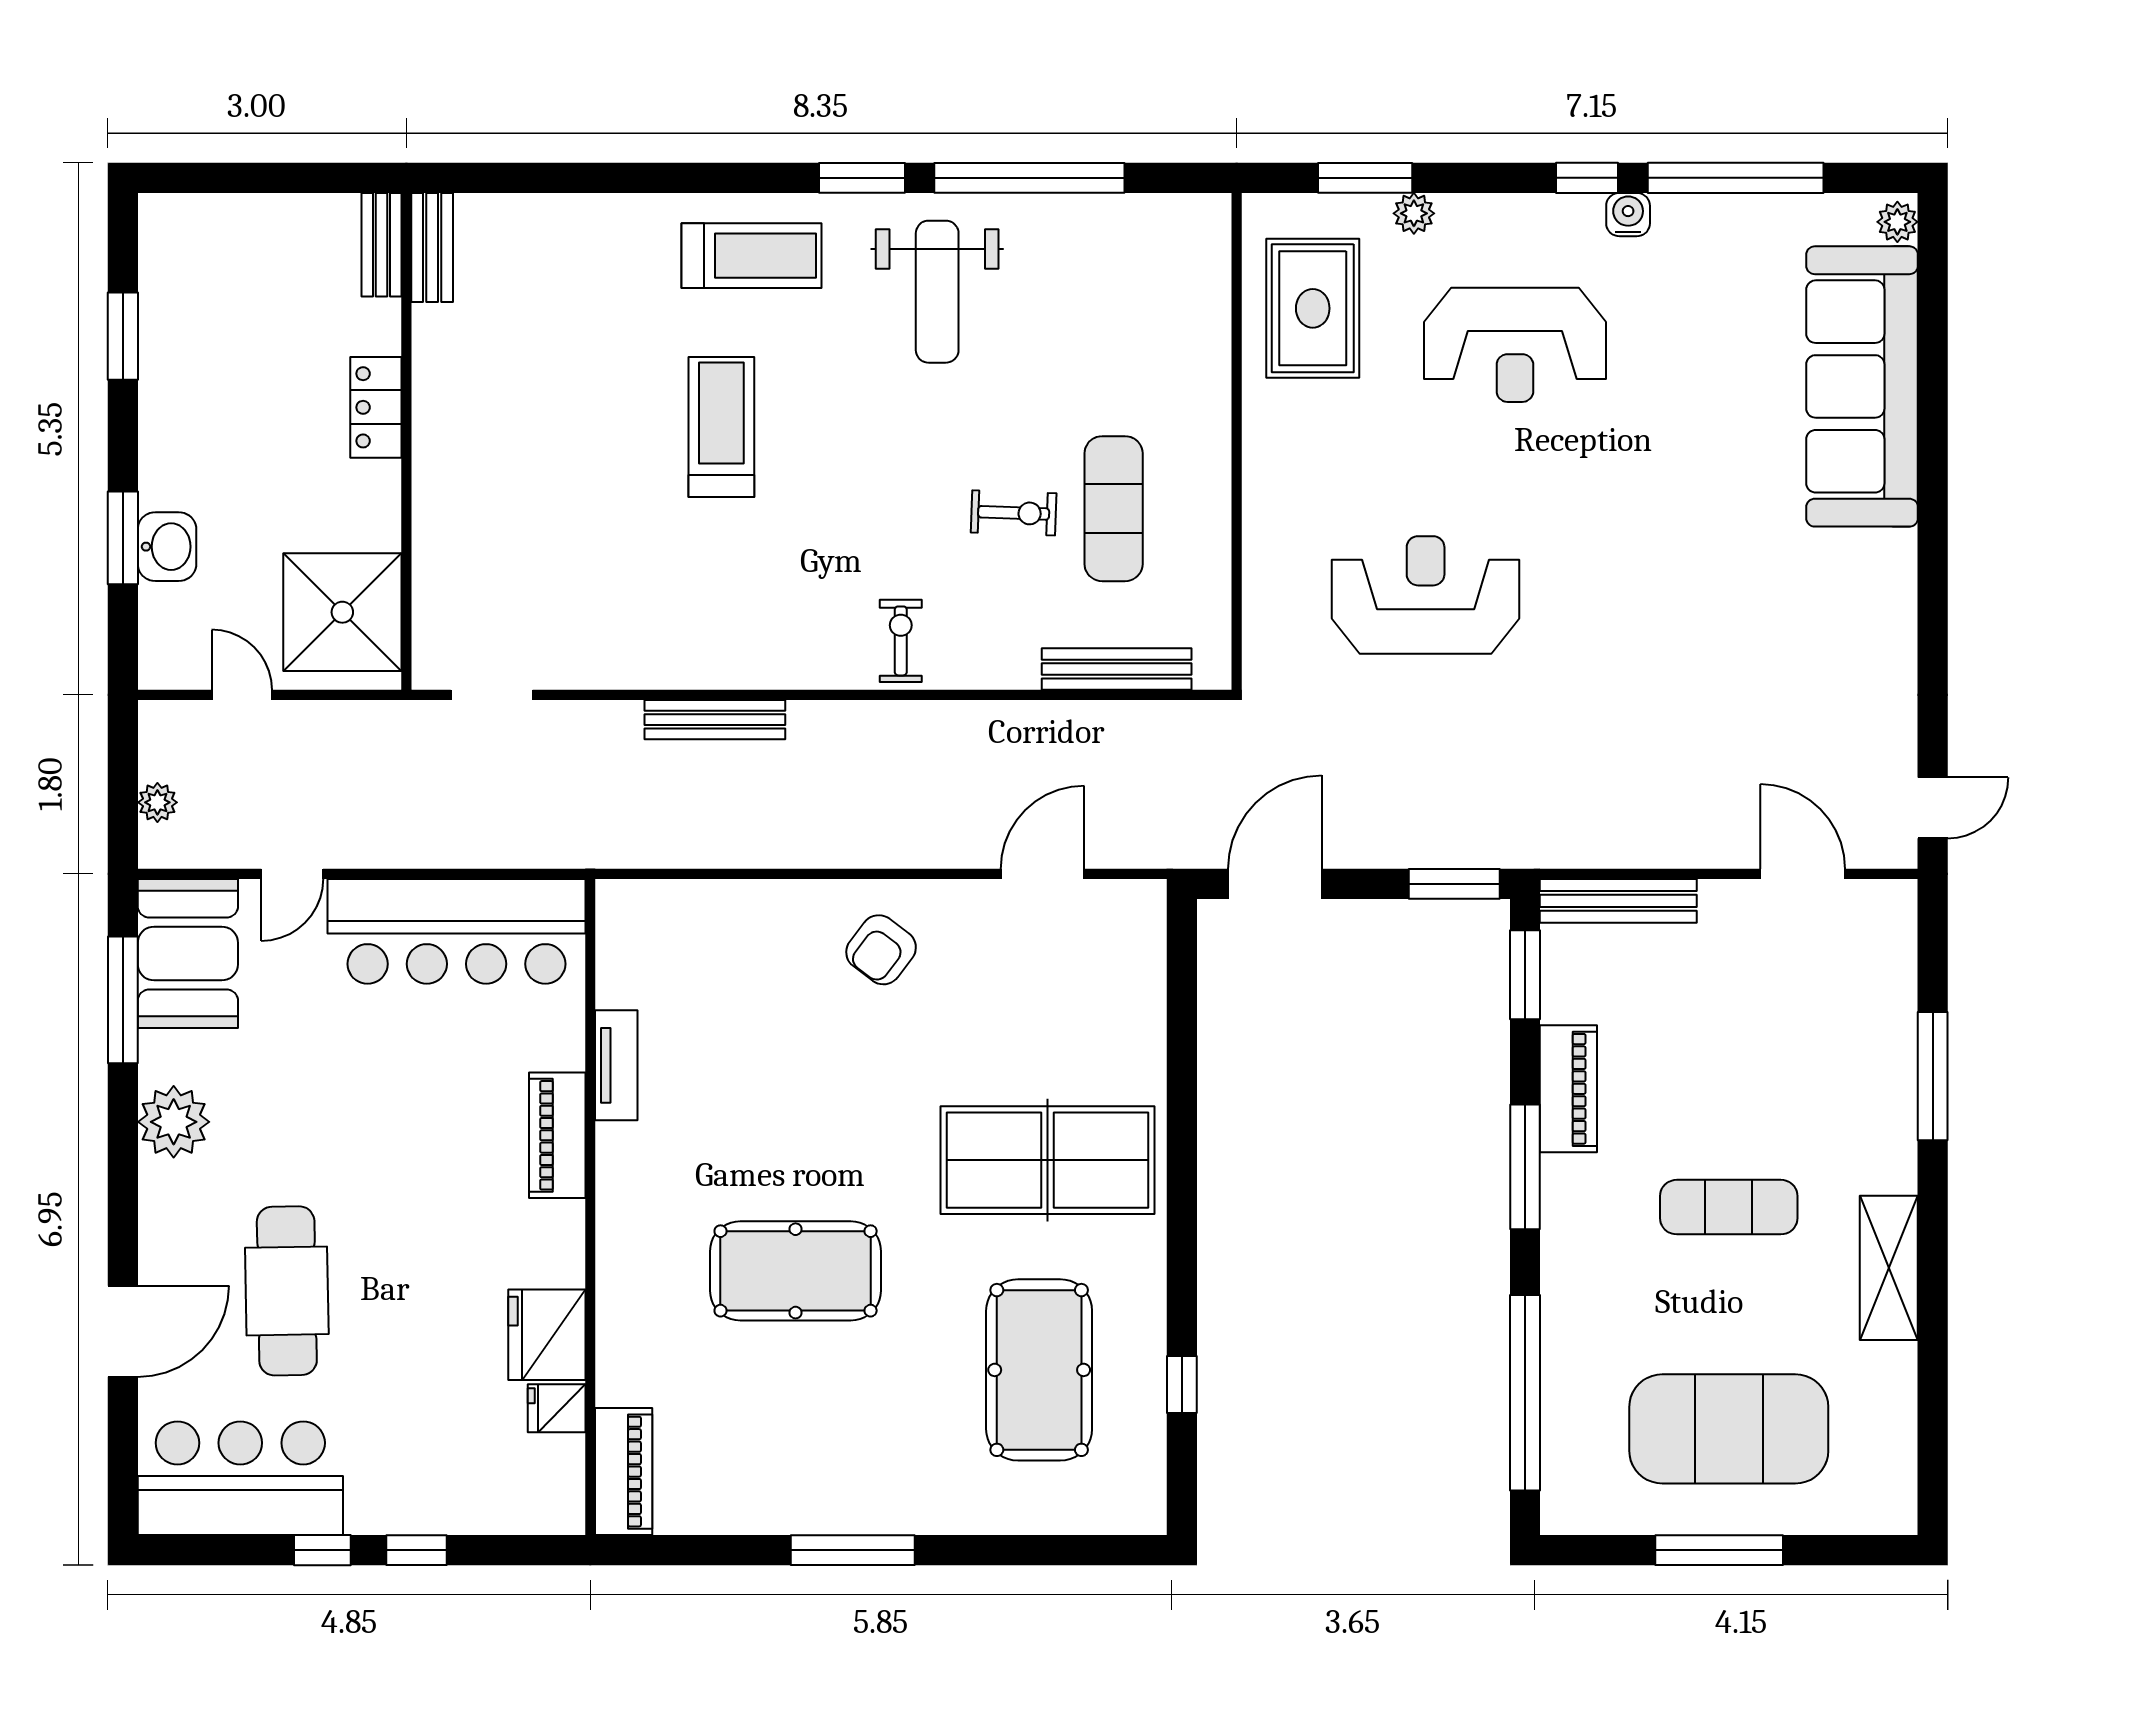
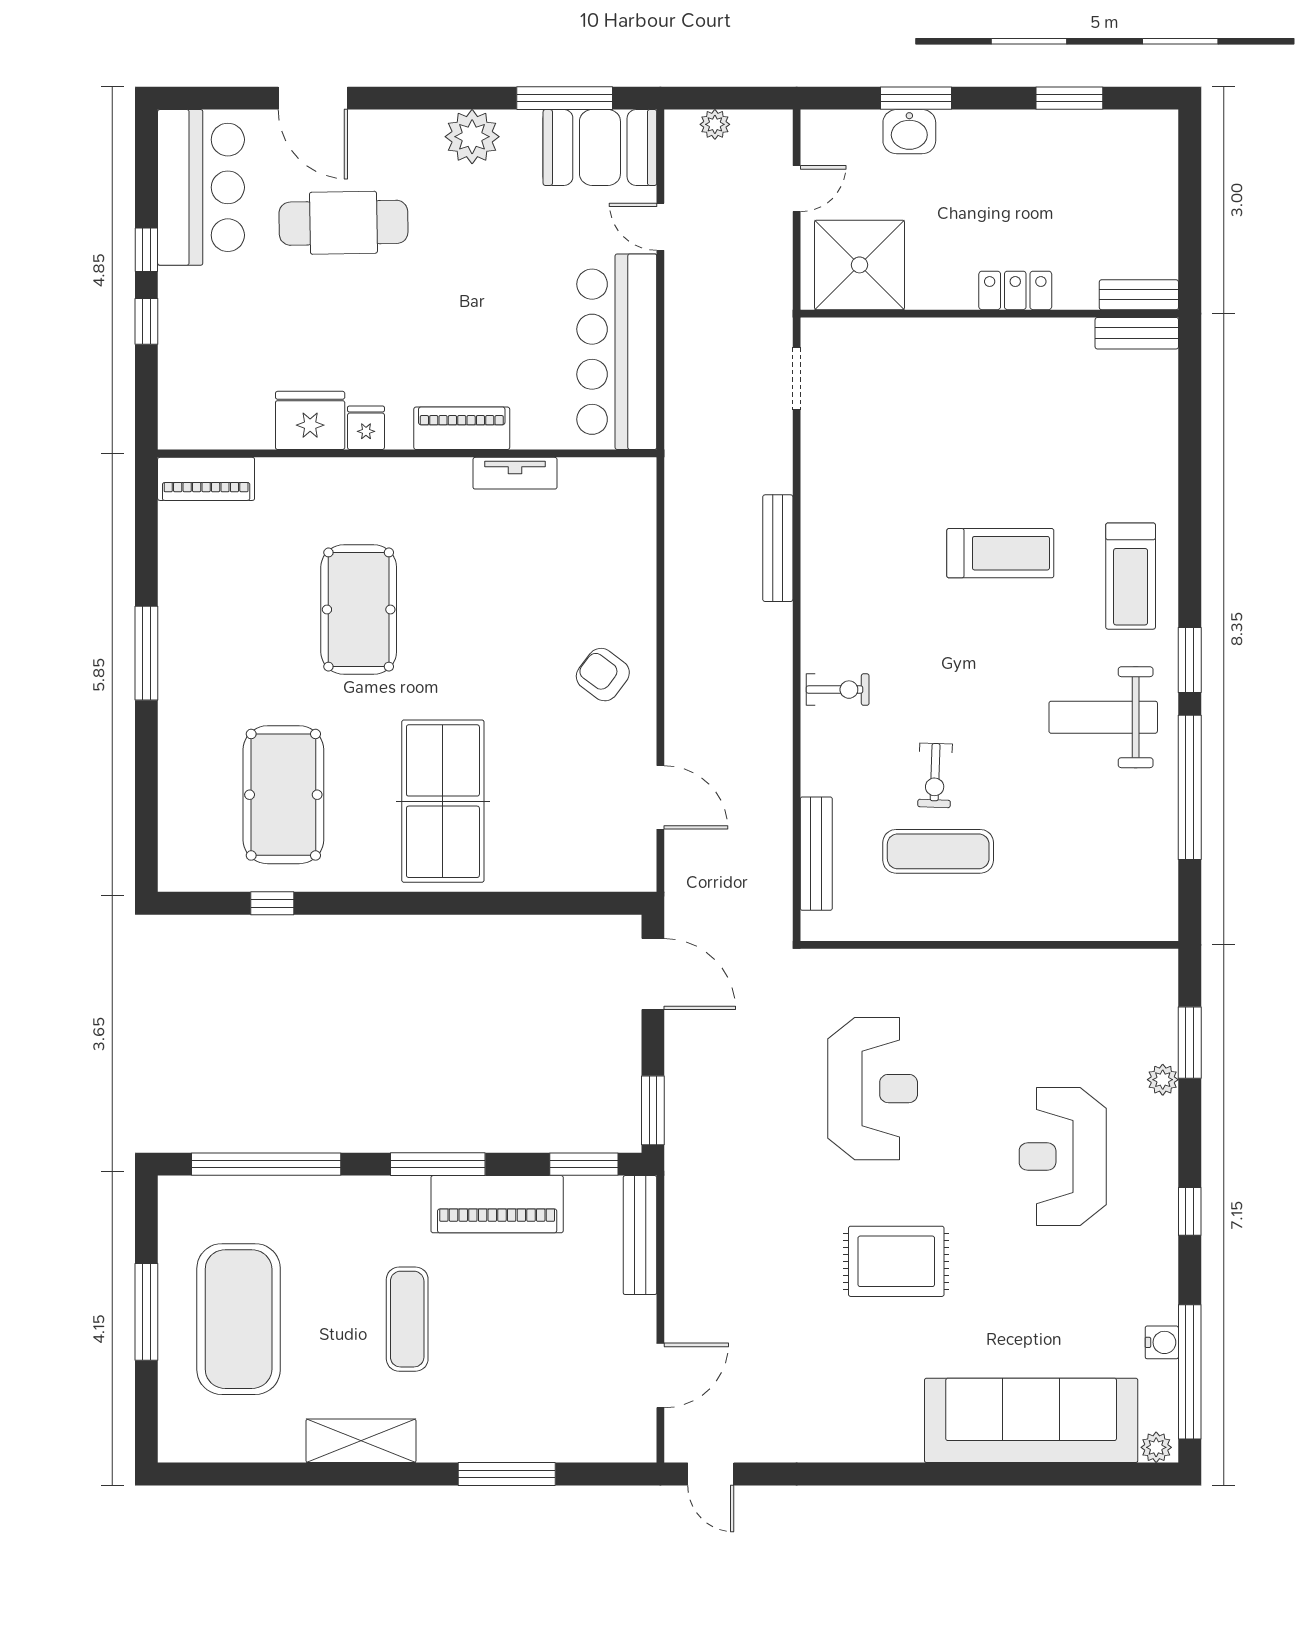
window: (1736, 178) -> (1190, 1372), moved
water cooler: (1628, 215) -> (1162, 1342), moved
rug: (1313, 308) -> (896, 1261), moved
piano: (1568, 1089) -> (497, 1204), width x1.37, depth x1.33
pool table: (1039, 1370) -> (283, 795), turned 90
fridge: (557, 1408) -> (366, 428), moved

